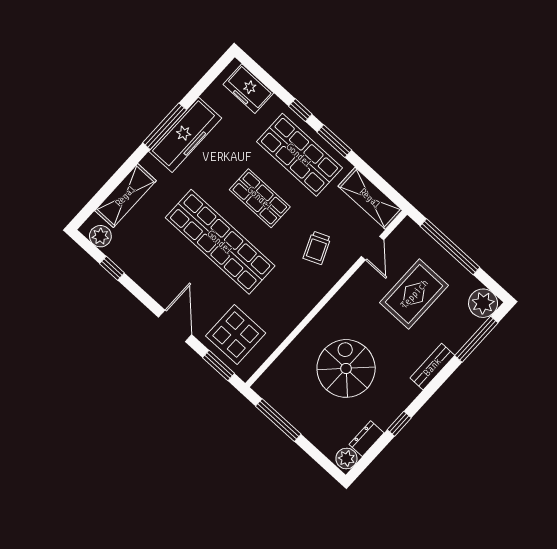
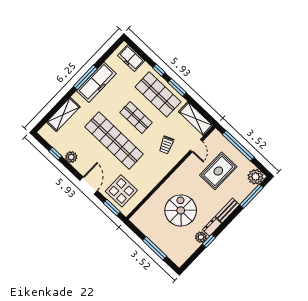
plant: (100, 236) -> (71, 157), moved
window: (278, 420) -> (155, 248), moved
dresser: (367, 439) -> (212, 227), moved
plant: (346, 458) -> (201, 237), moved

